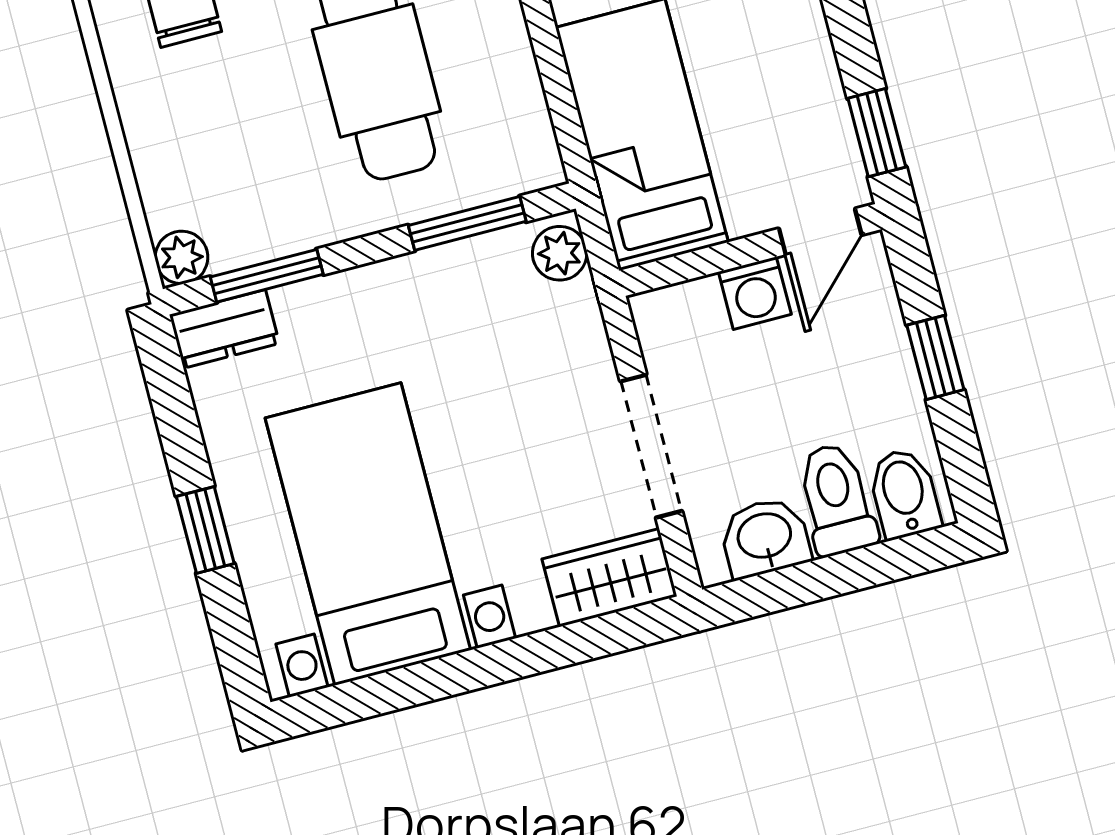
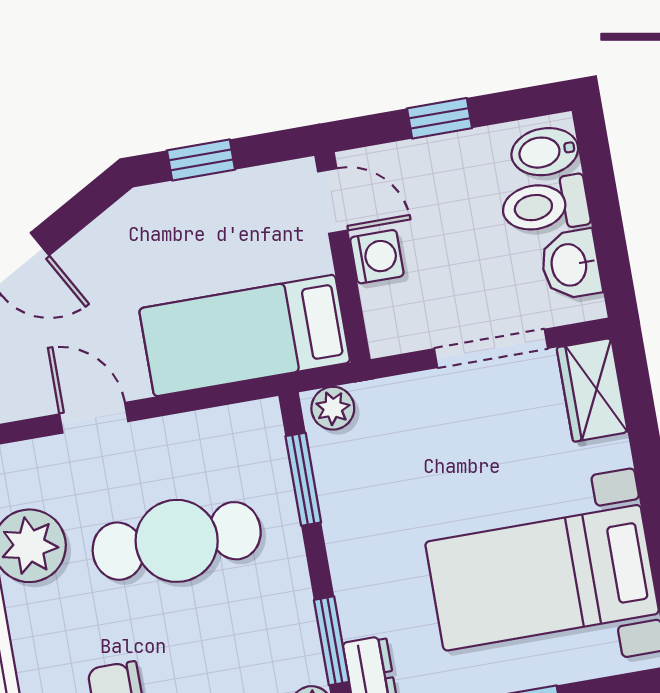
window: (877, 133) -> (201, 160), moved

